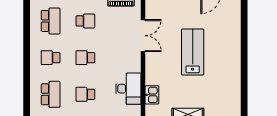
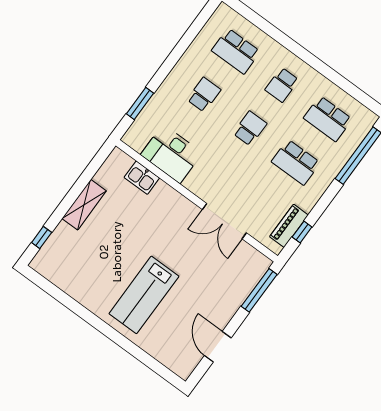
school desk: (85, 21) -> (296, 162), width x1.85
lab bench: (193, 52) -> (144, 295), moved, turned 90
school desk: (51, 58) -> (282, 85), turned 180

